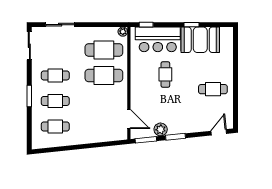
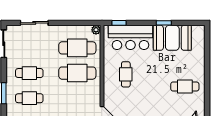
cafe table: (165, 74) -> (126, 74), moved

